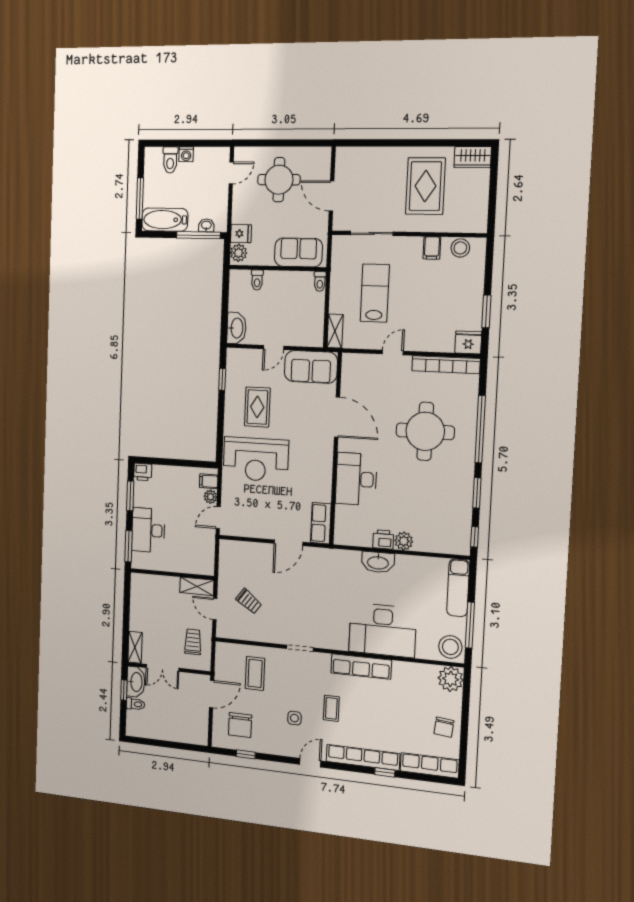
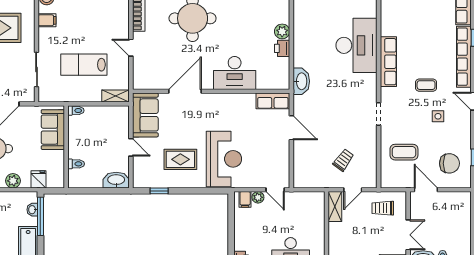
plant: (239, 253) -> (13, 181), moved
washbasin: (378, 562) -> (301, 81), moved

